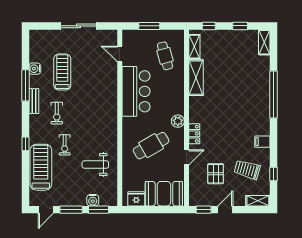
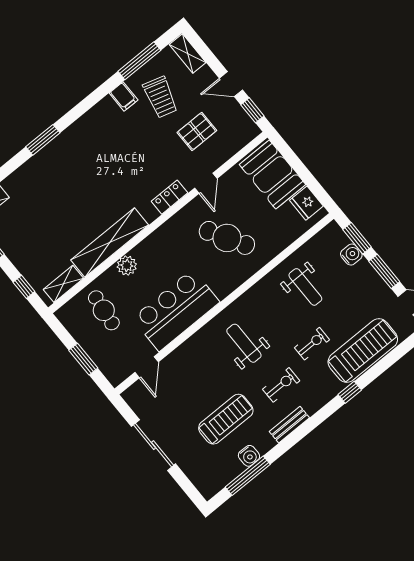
cafe table: (165, 56) -> (104, 310), turned -68
treadmill: (62, 72) -> (226, 419), turned 180
shelving: (196, 78) -> (110, 243), width x1.47
window: (26, 85) -> (248, 476), moved
window: (274, 95) -> (43, 140), width x0.47
weight bench: (92, 112) -> (244, 343), added
plant: (178, 121) -> (127, 266), moved
filing cabinet: (262, 142) -> (124, 96), moved
door: (187, 157) -> (206, 183), swing flipped
treadmill: (41, 167) -> (363, 351), turned 180
window: (274, 174) -> (139, 61), width x2.17

